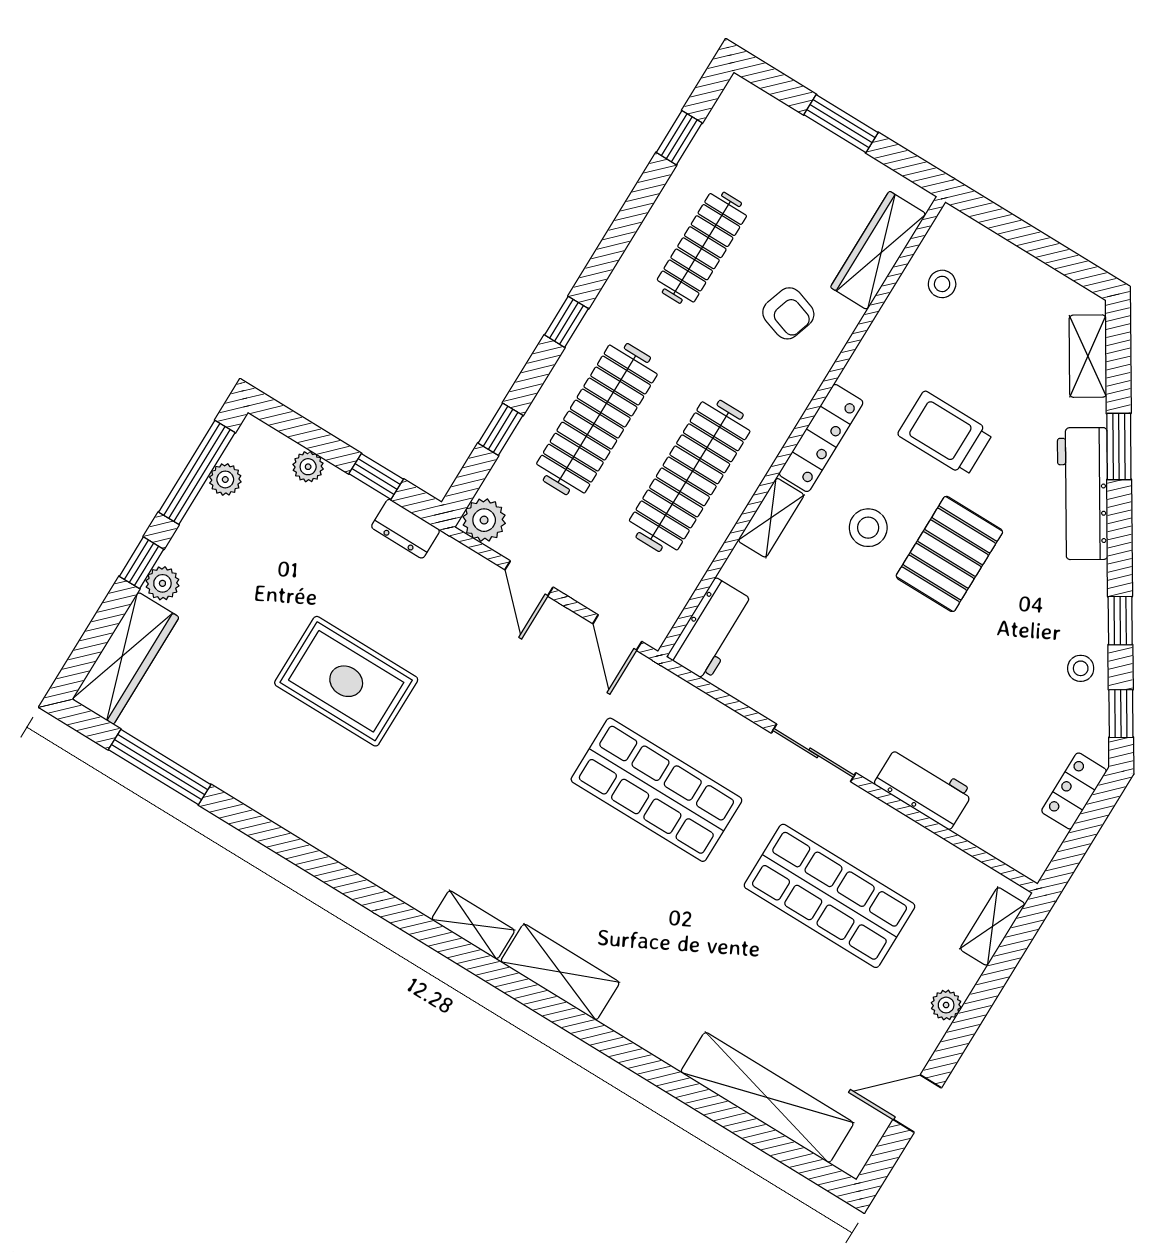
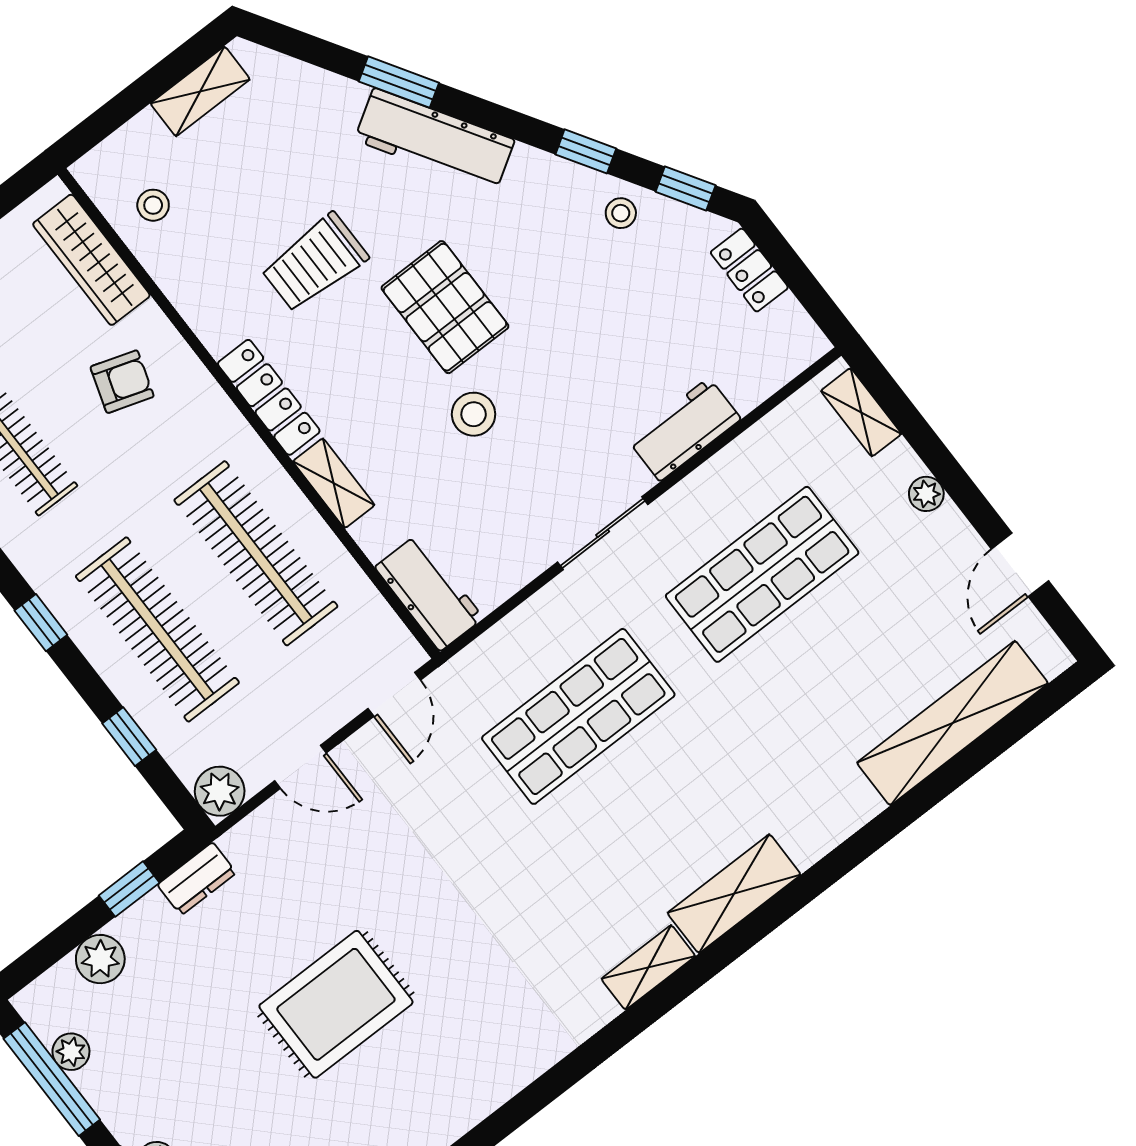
shelving: (1088, 356) -> (200, 91), moved, turned -58
plant: (308, 467) -> (100, 959), width x1.38, depth x1.38
stool: (868, 528) -> (474, 414), moved
door: (617, 633) -> (394, 694), hinge flipped

